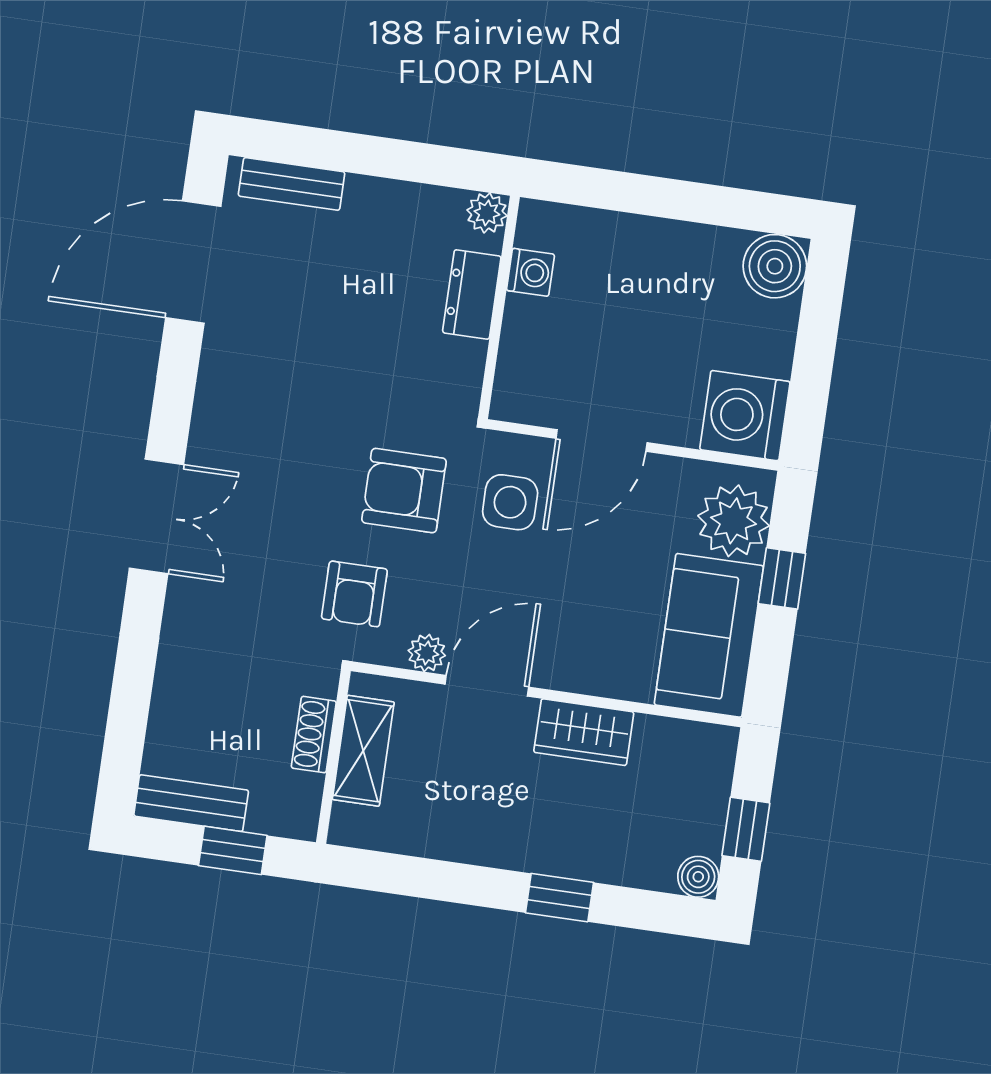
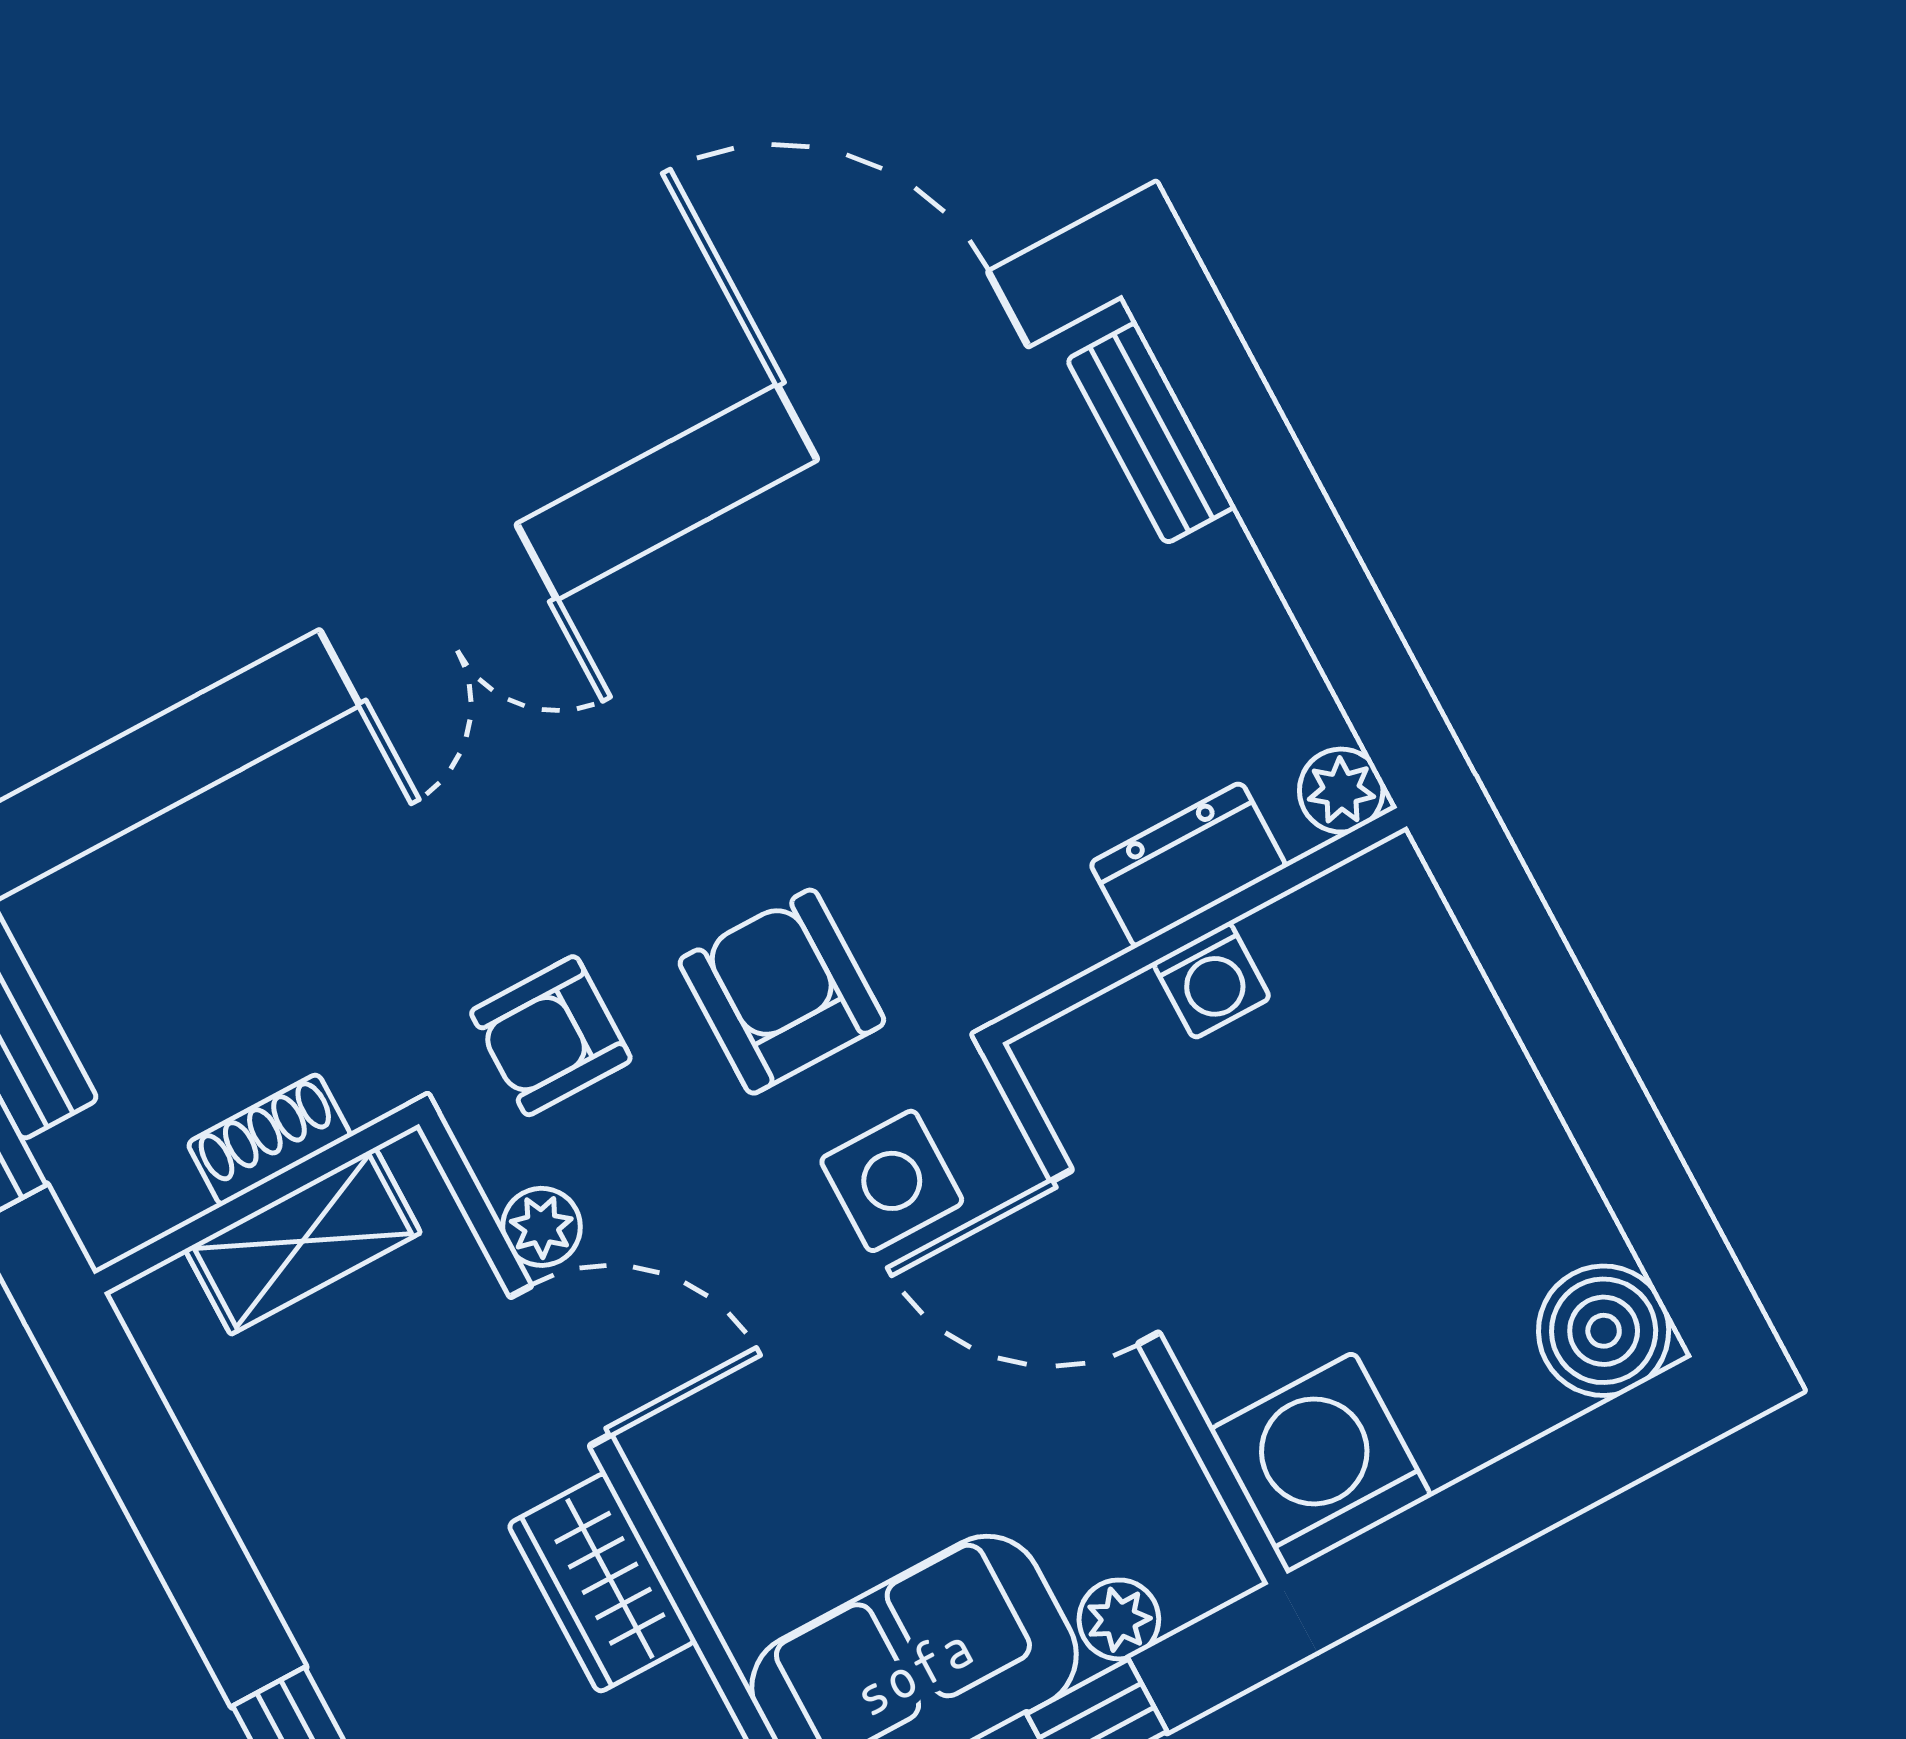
washing machine: (530, 272) -> (1211, 980), moved
plant: (734, 521) -> (1119, 1619), width x0.53, depth x0.53

